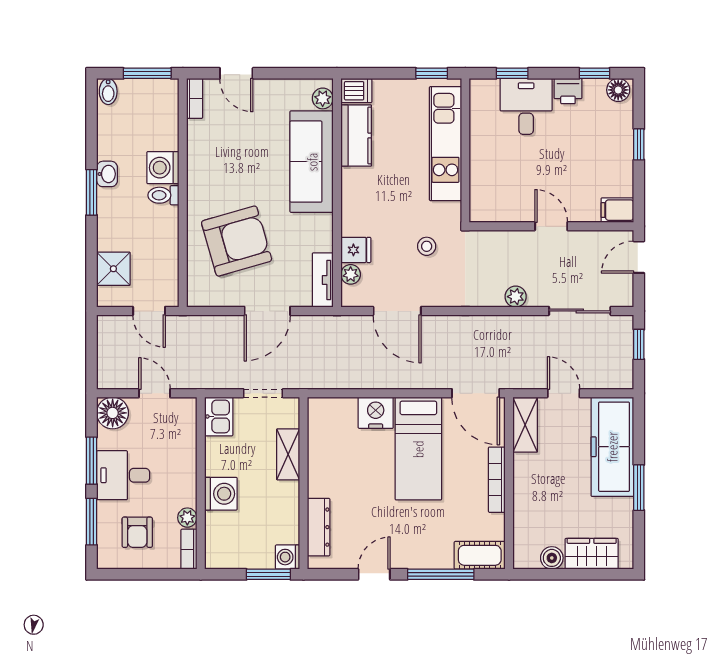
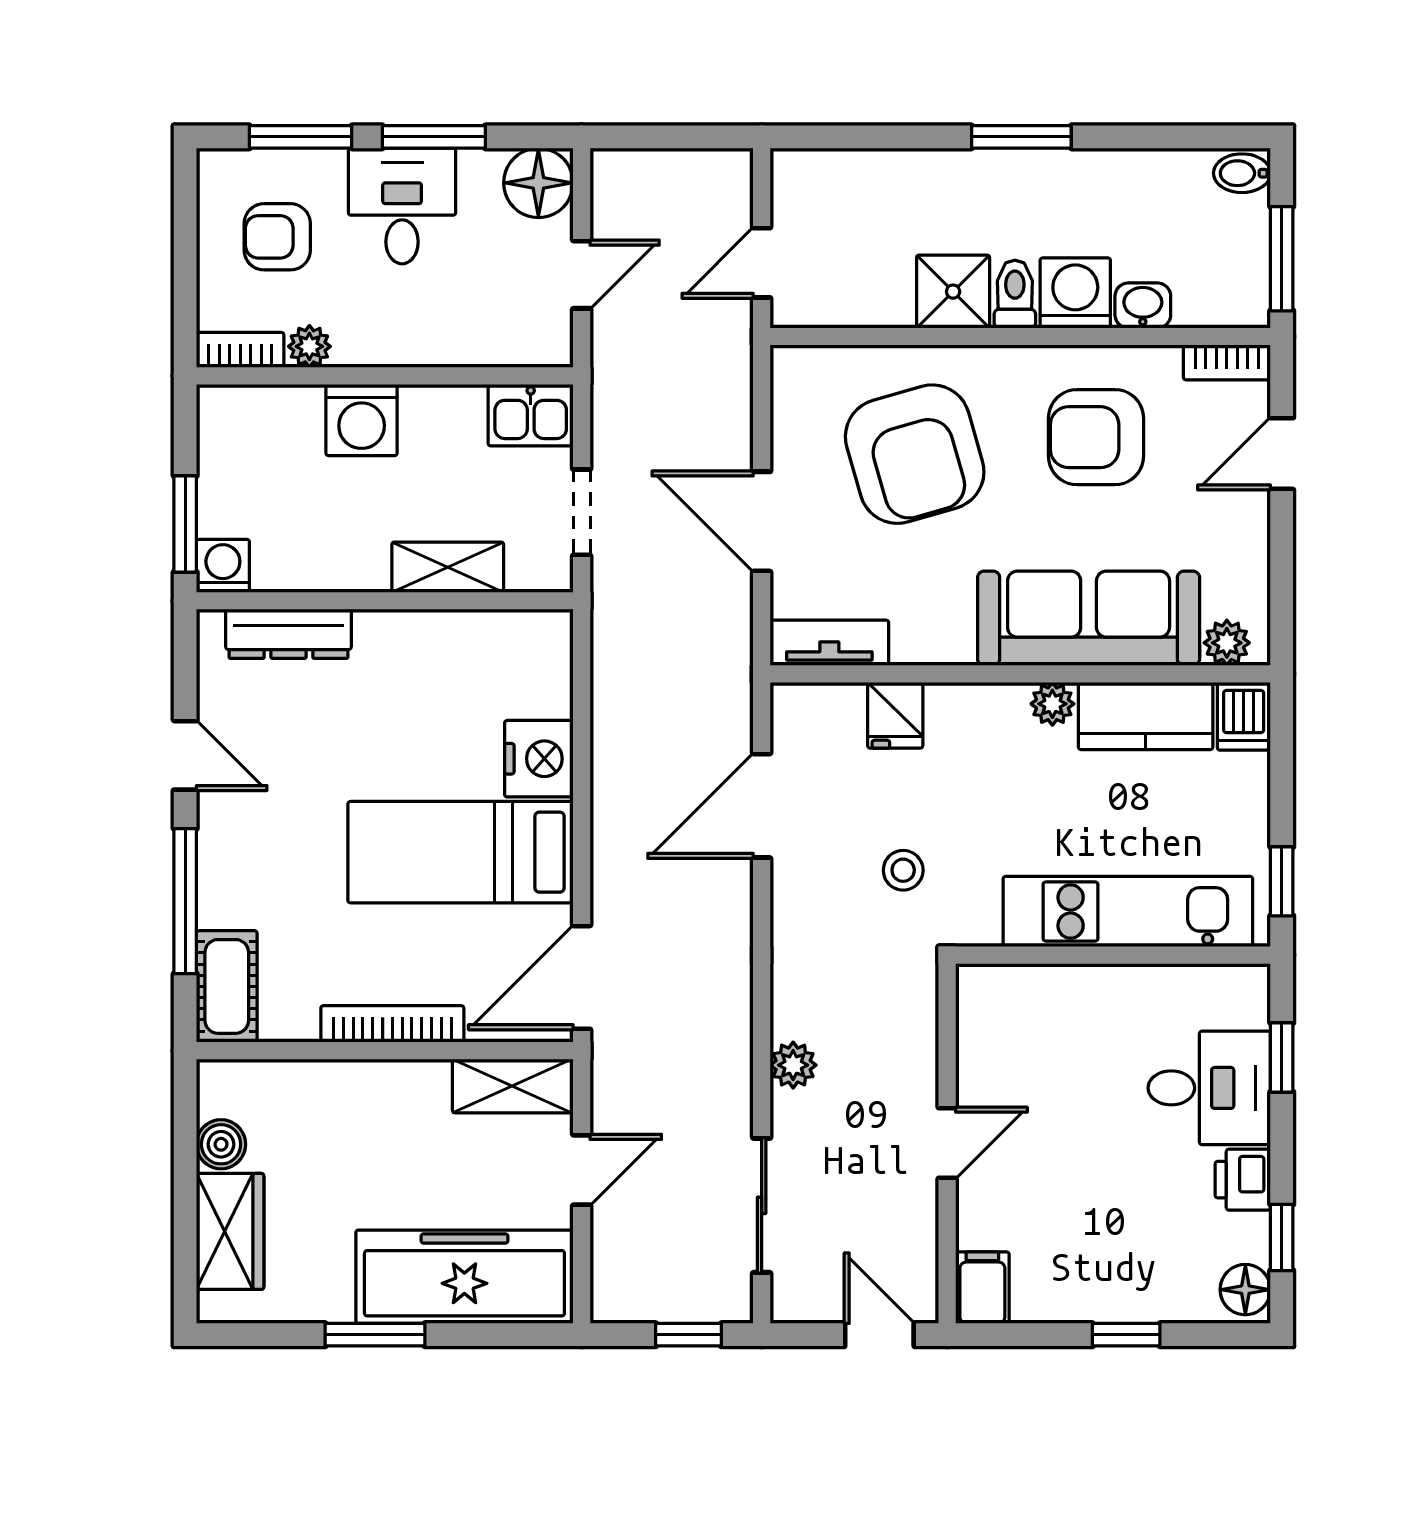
armchair: (229, 158) -> (1096, 437), added
washbasin: (107, 174) -> (1143, 305), moved, turned 180
shower: (113, 269) -> (953, 292), moved
plant: (351, 274) -> (1052, 704), moved

